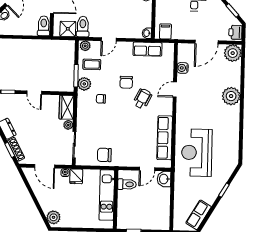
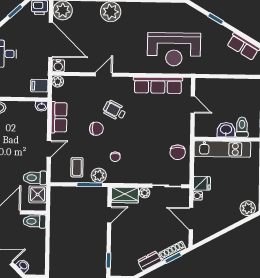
door: (109, 39) -> (49, 149), hinge flipped
door: (206, 42) -> (51, 40), width x1.36
plant: (85, 46) -> (58, 81), moved
row of seats: (147, 49) -> (59, 117), moved
water cooler: (183, 68) -> (58, 66), moved
door: (175, 89) -> (104, 74), swing flipped
door: (34, 93) -> (109, 215), moved
door: (45, 166) -> (191, 219), swing flipped
washbasin: (164, 179) -> (226, 130), moved, turned 180
toilet: (127, 184) -> (242, 127), moved

